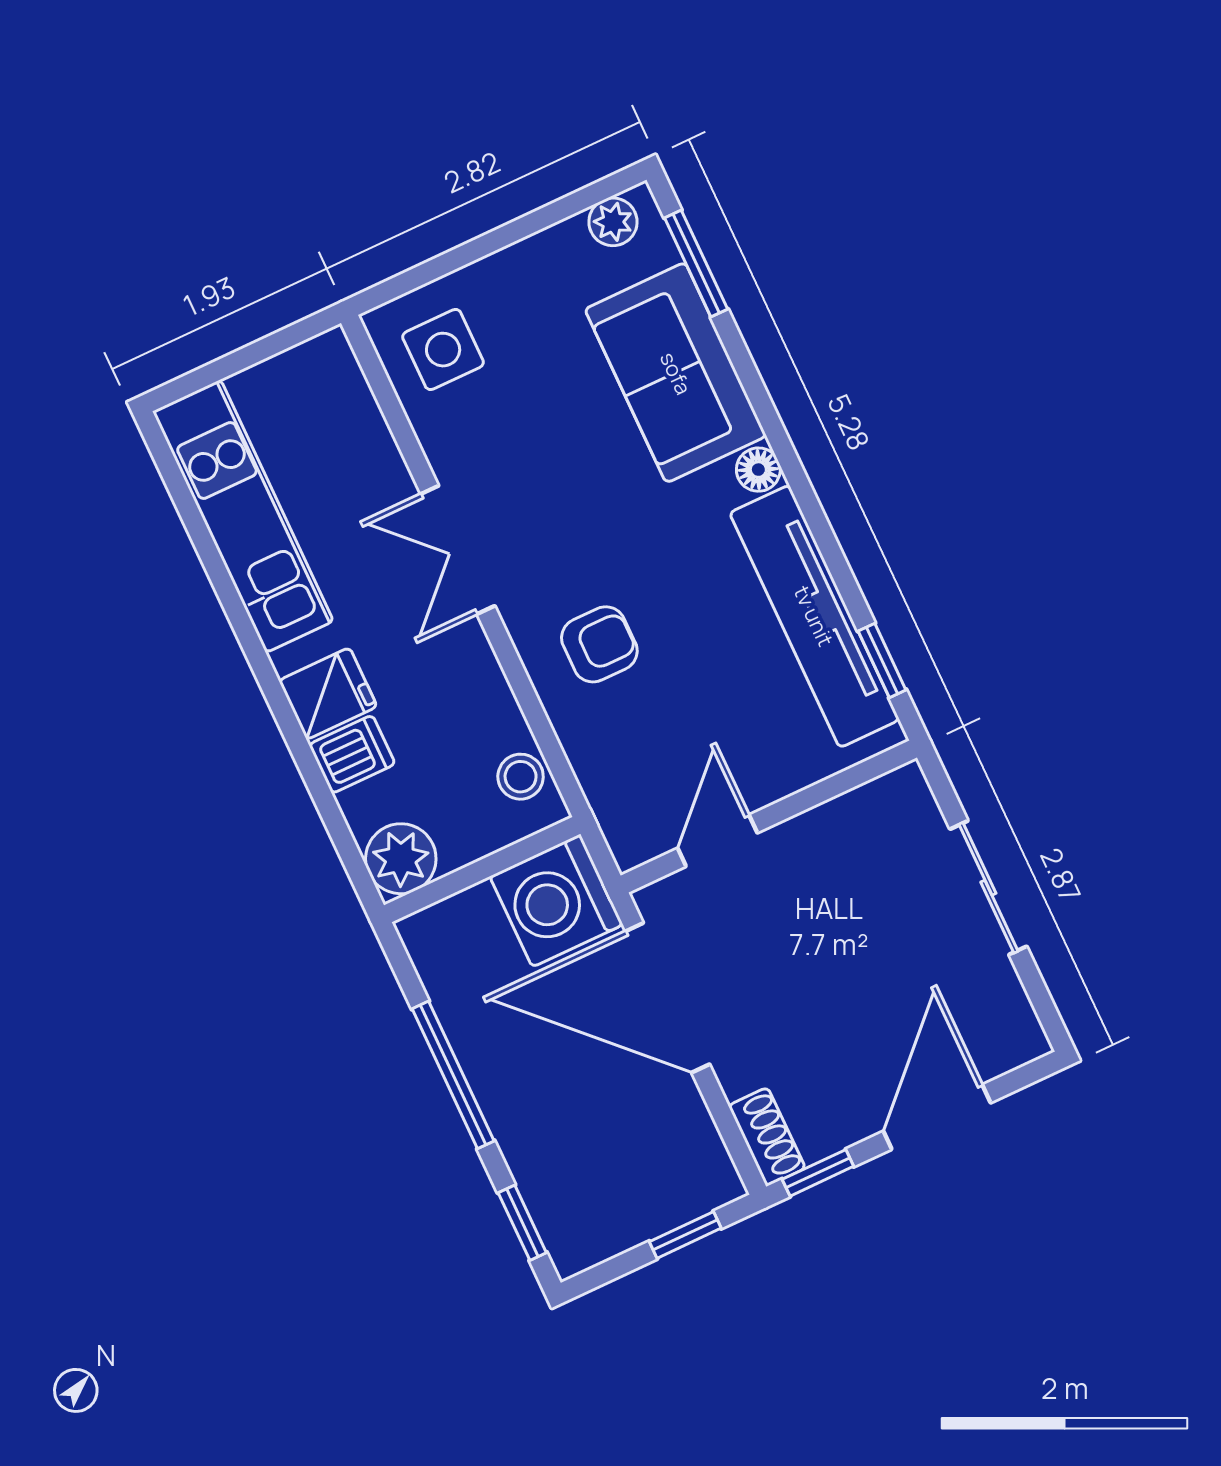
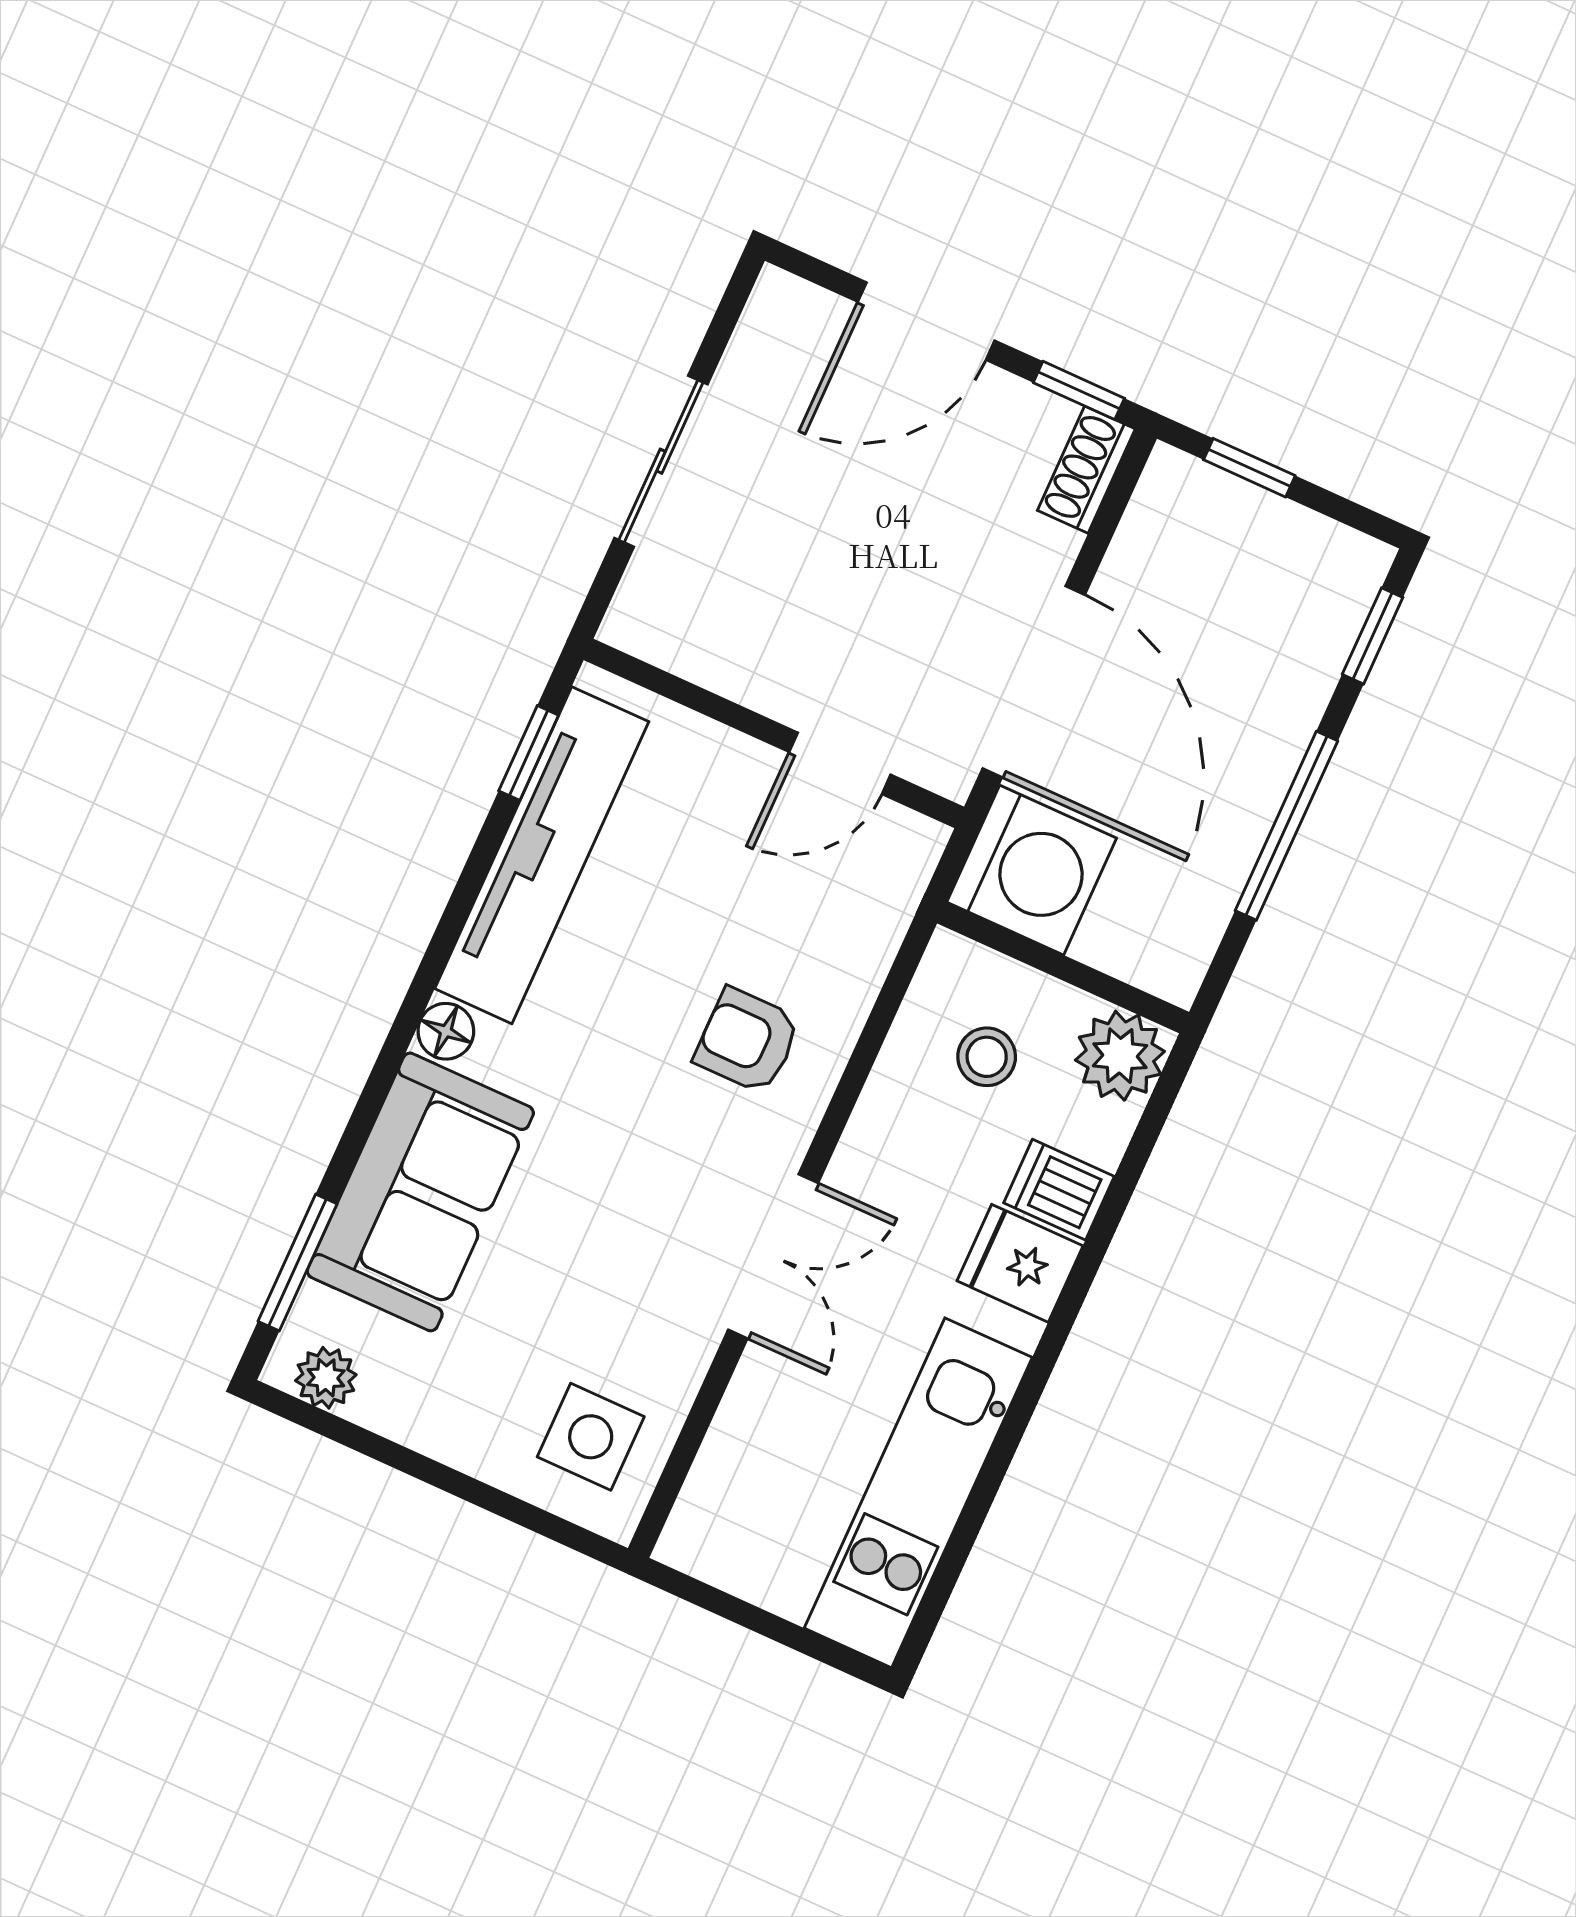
stool: (521, 777) -> (987, 1057), moved

